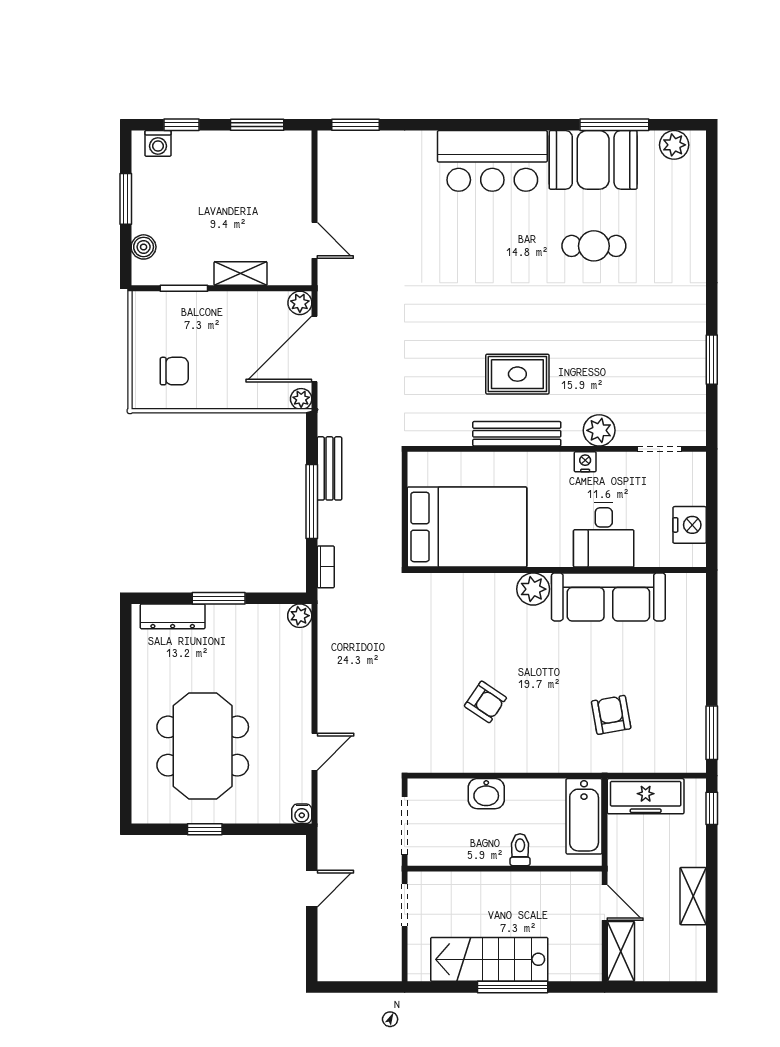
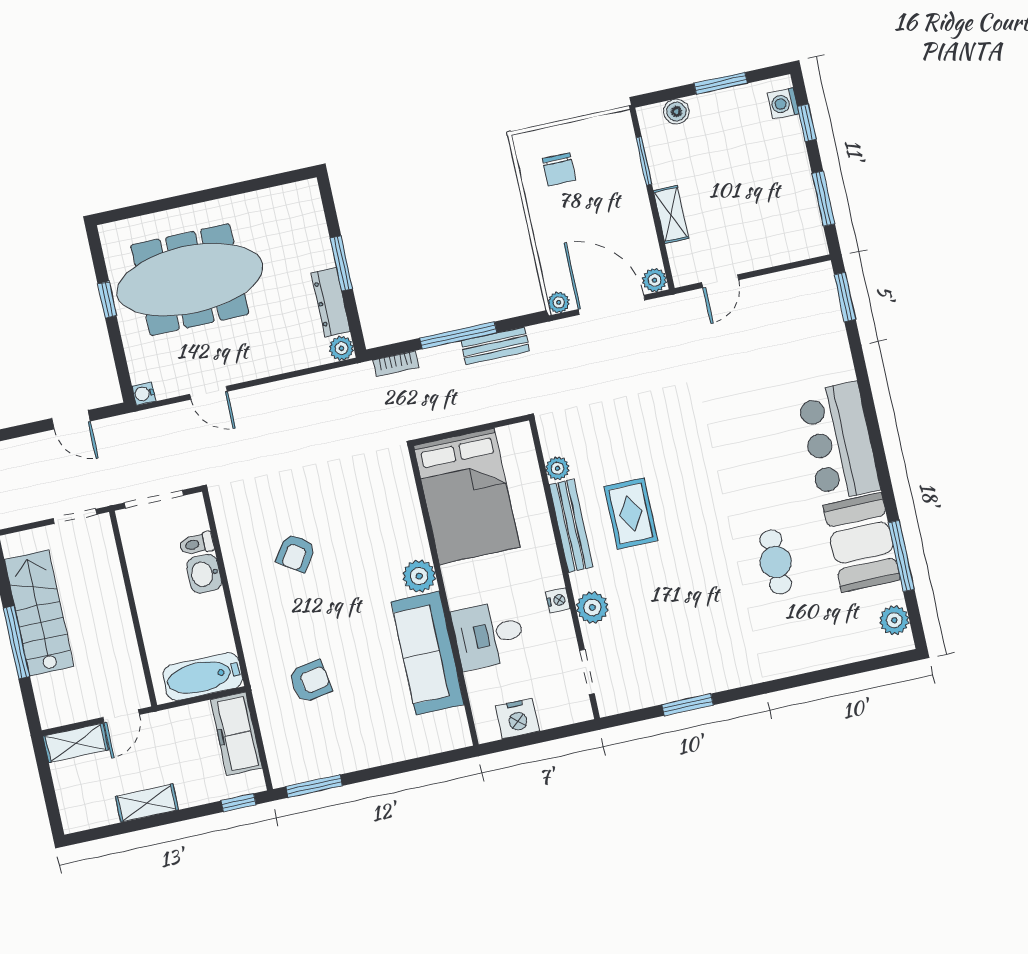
plant: (459, 435) -> (557, 468), added
dresser: (173, 616) -> (331, 302), moved
meeting table: (203, 746) -> (190, 280), width x1.36
toilet: (520, 850) -> (197, 544), moved, turned 180

